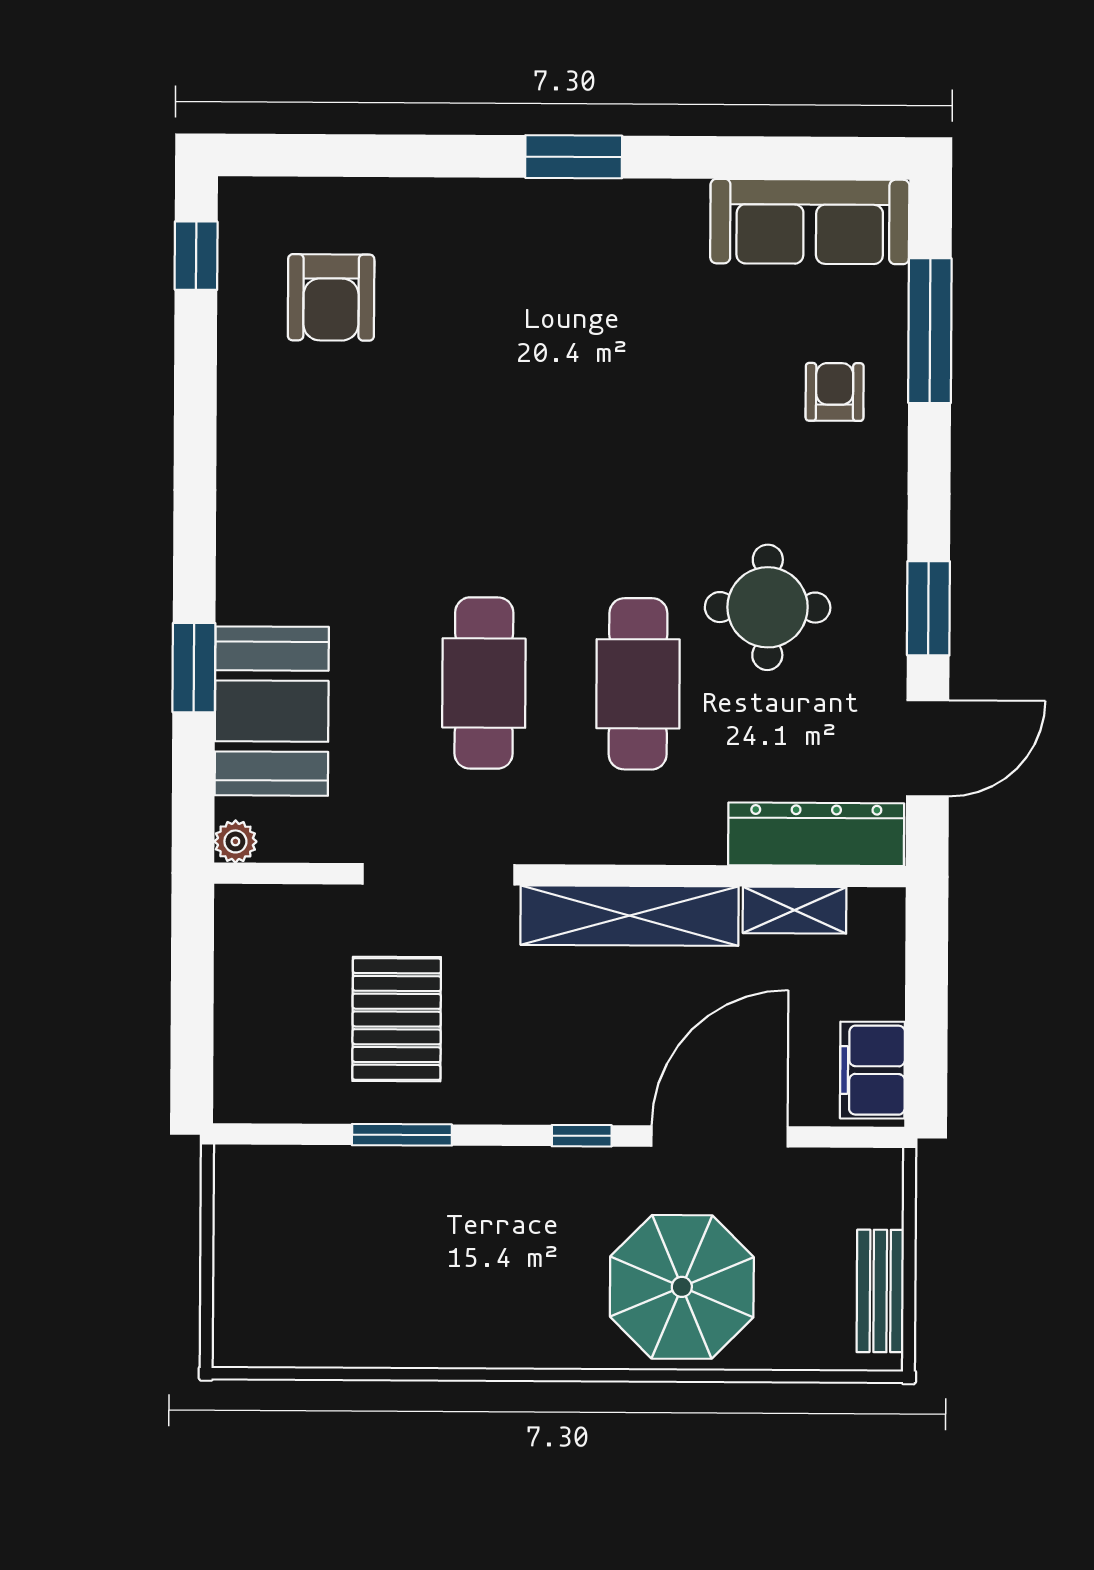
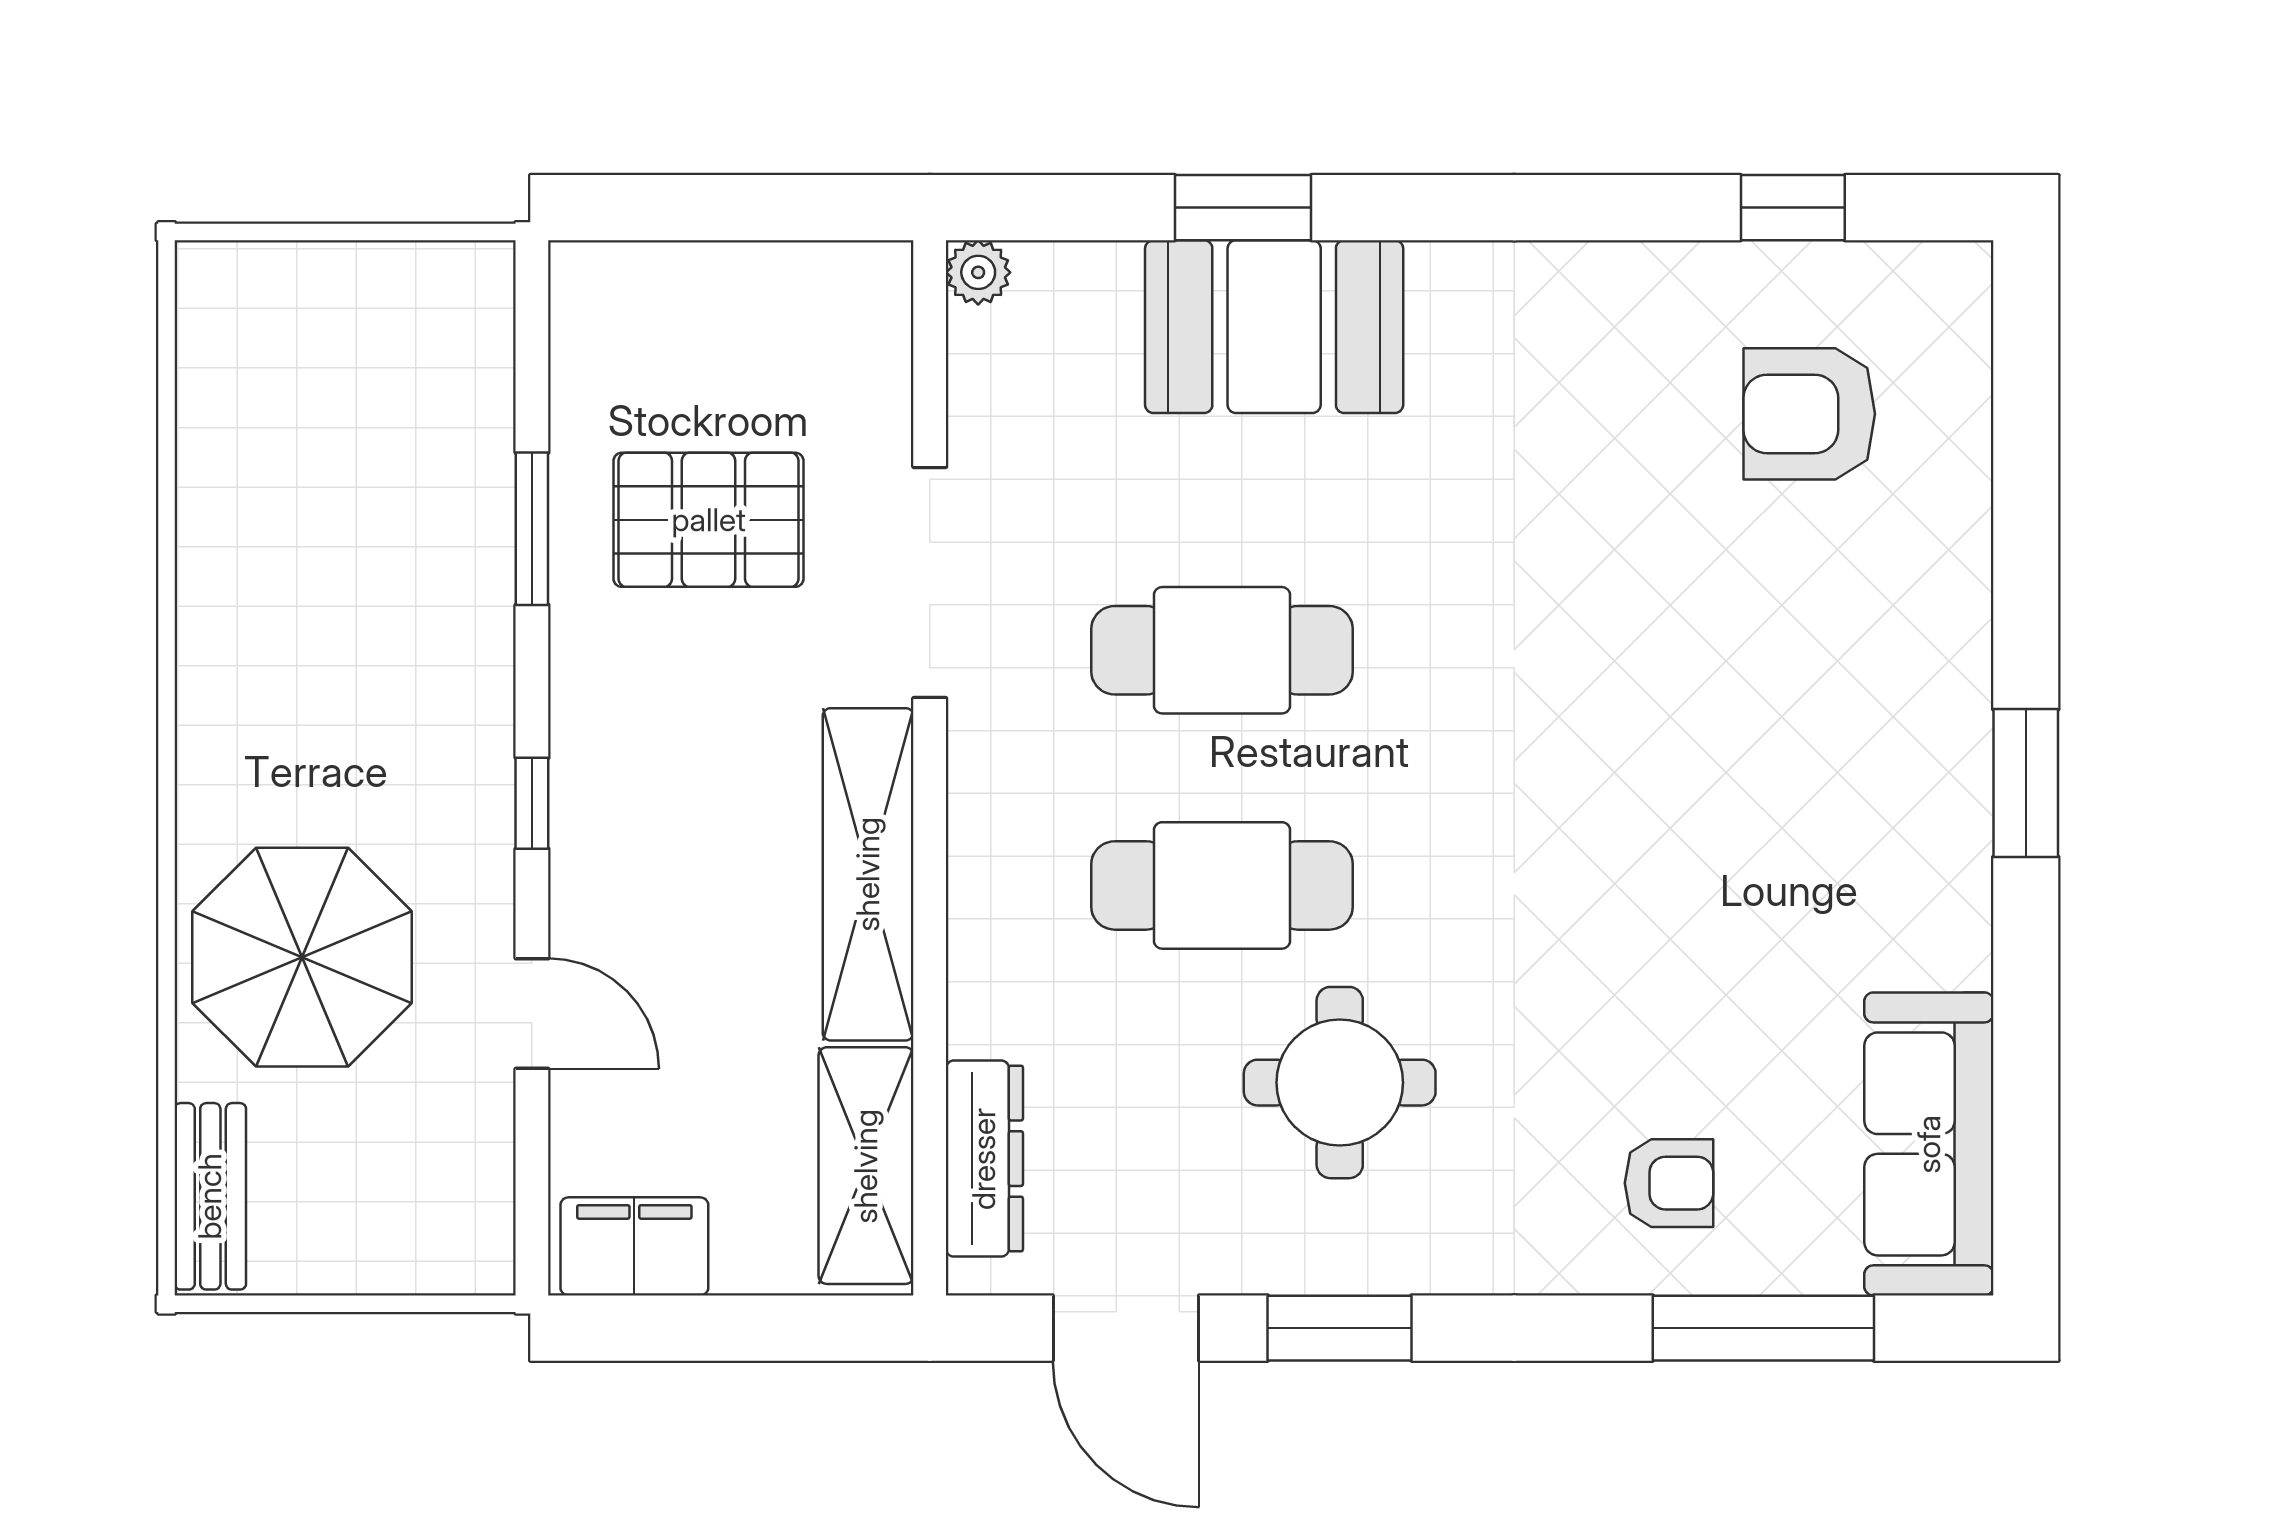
window: (196, 256) -> (1793, 208), moved
booth: (272, 711) -> (1274, 327), moved
dresser: (816, 834) -> (984, 1159), width x0.73, depth x0.80
shelving: (795, 910) -> (866, 1166), width x1.50, depth x1.33
door: (720, 1136) -> (532, 1014), width x0.53
bench: (880, 1291) -> (210, 1196), moved, turned 90

